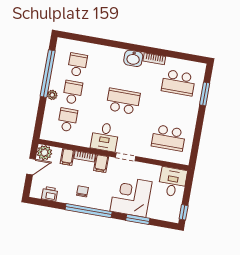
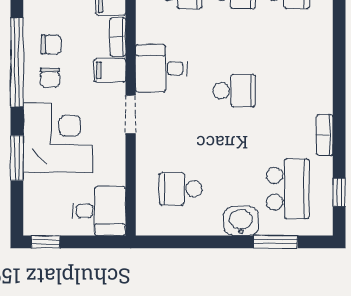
window: (185, 57) -> (339, 192), added
washbasin: (133, 58) -> (241, 221), moved, turned 90
school desk: (178, 83) -> (288, 189), turned 180
school desk: (123, 101) -> (234, 91), width x0.54
school desk: (169, 138) -> (181, 189), width x0.54
chair: (99, 195) -> (50, 78), added

